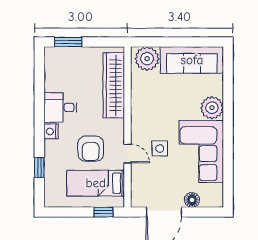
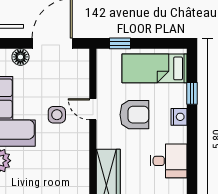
nightstand: (51, 131) -> (179, 117), moved
armchair: (91, 149) -> (134, 115), turned 90
bed: (96, 183) -> (154, 68), moved, turned 180

